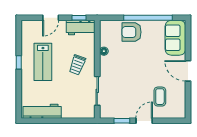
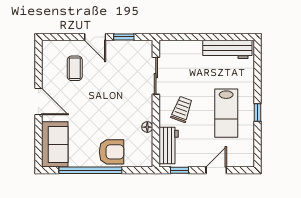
workbench: (81, 28) -> (169, 146), moved, turned 90
lab bench: (43, 62) -> (226, 113), turned 180
door: (144, 121) -> (95, 37), hinge flipped

